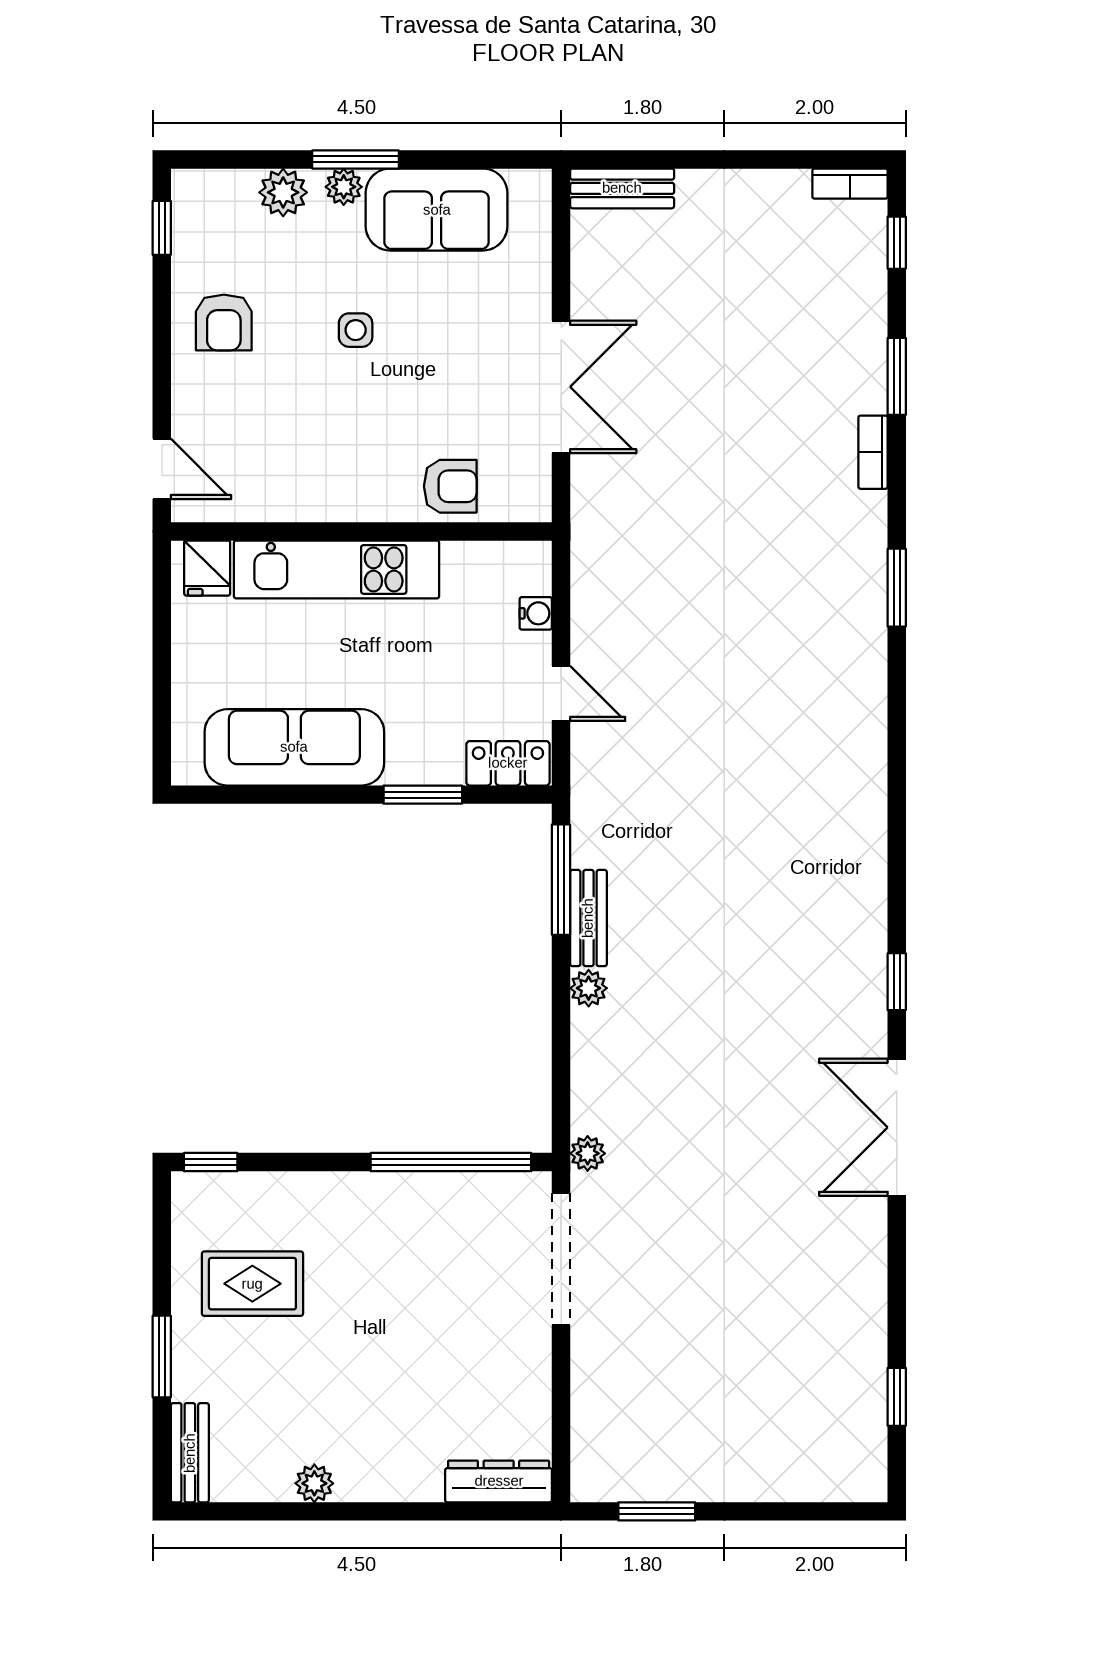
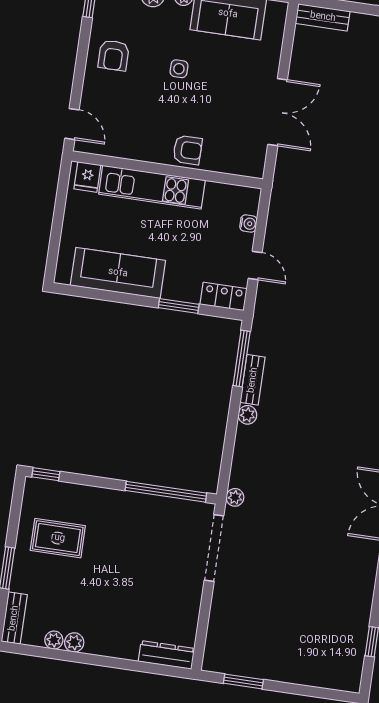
armchair: (450, 486) -> (187, 150), moved
plant: (274, 1484) -> (54, 640), added

